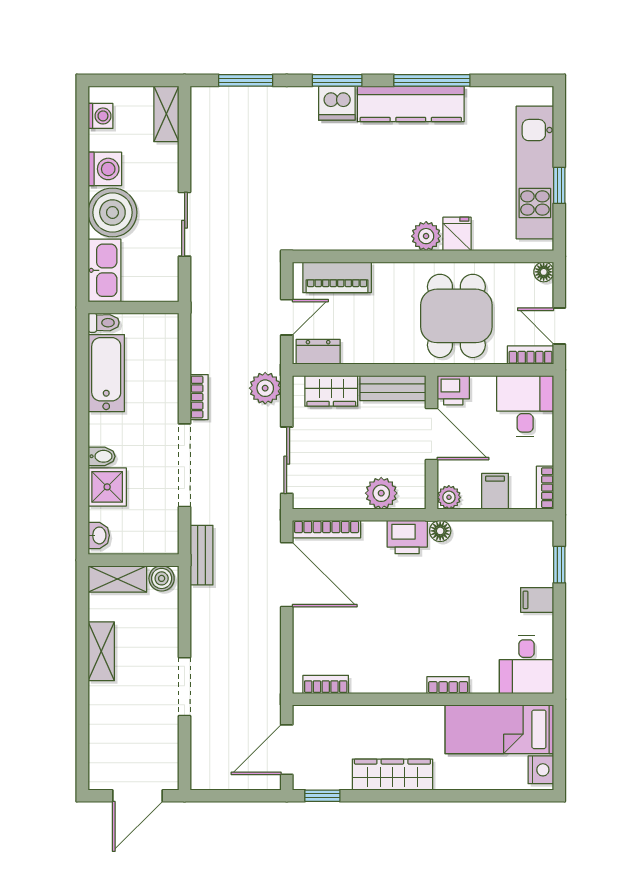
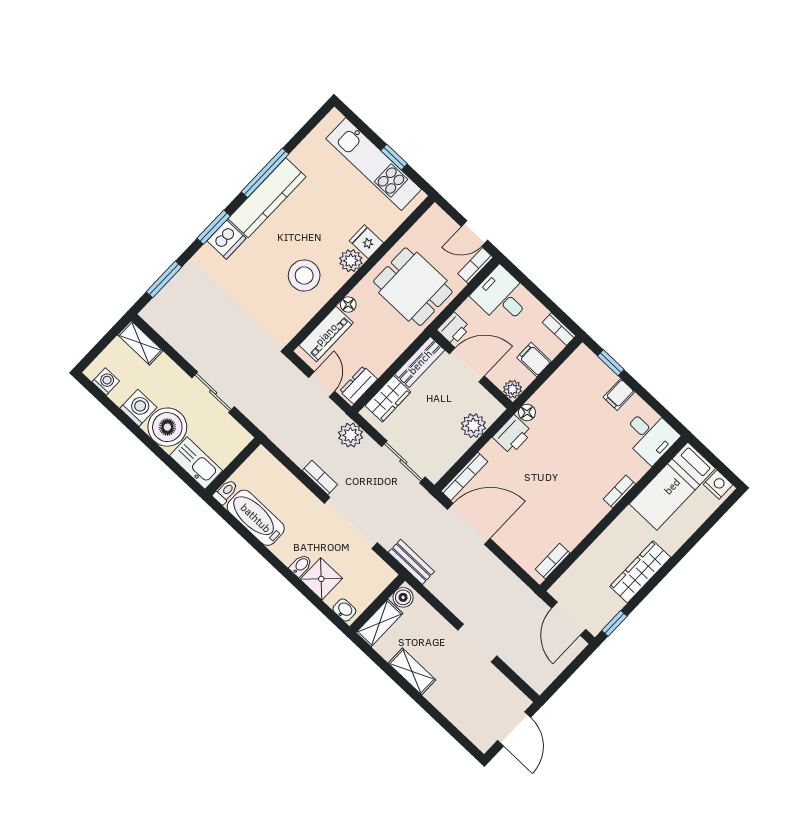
stool: (372, 206) -> (304, 276), added
floor lamp: (544, 272) -> (348, 304), moved

